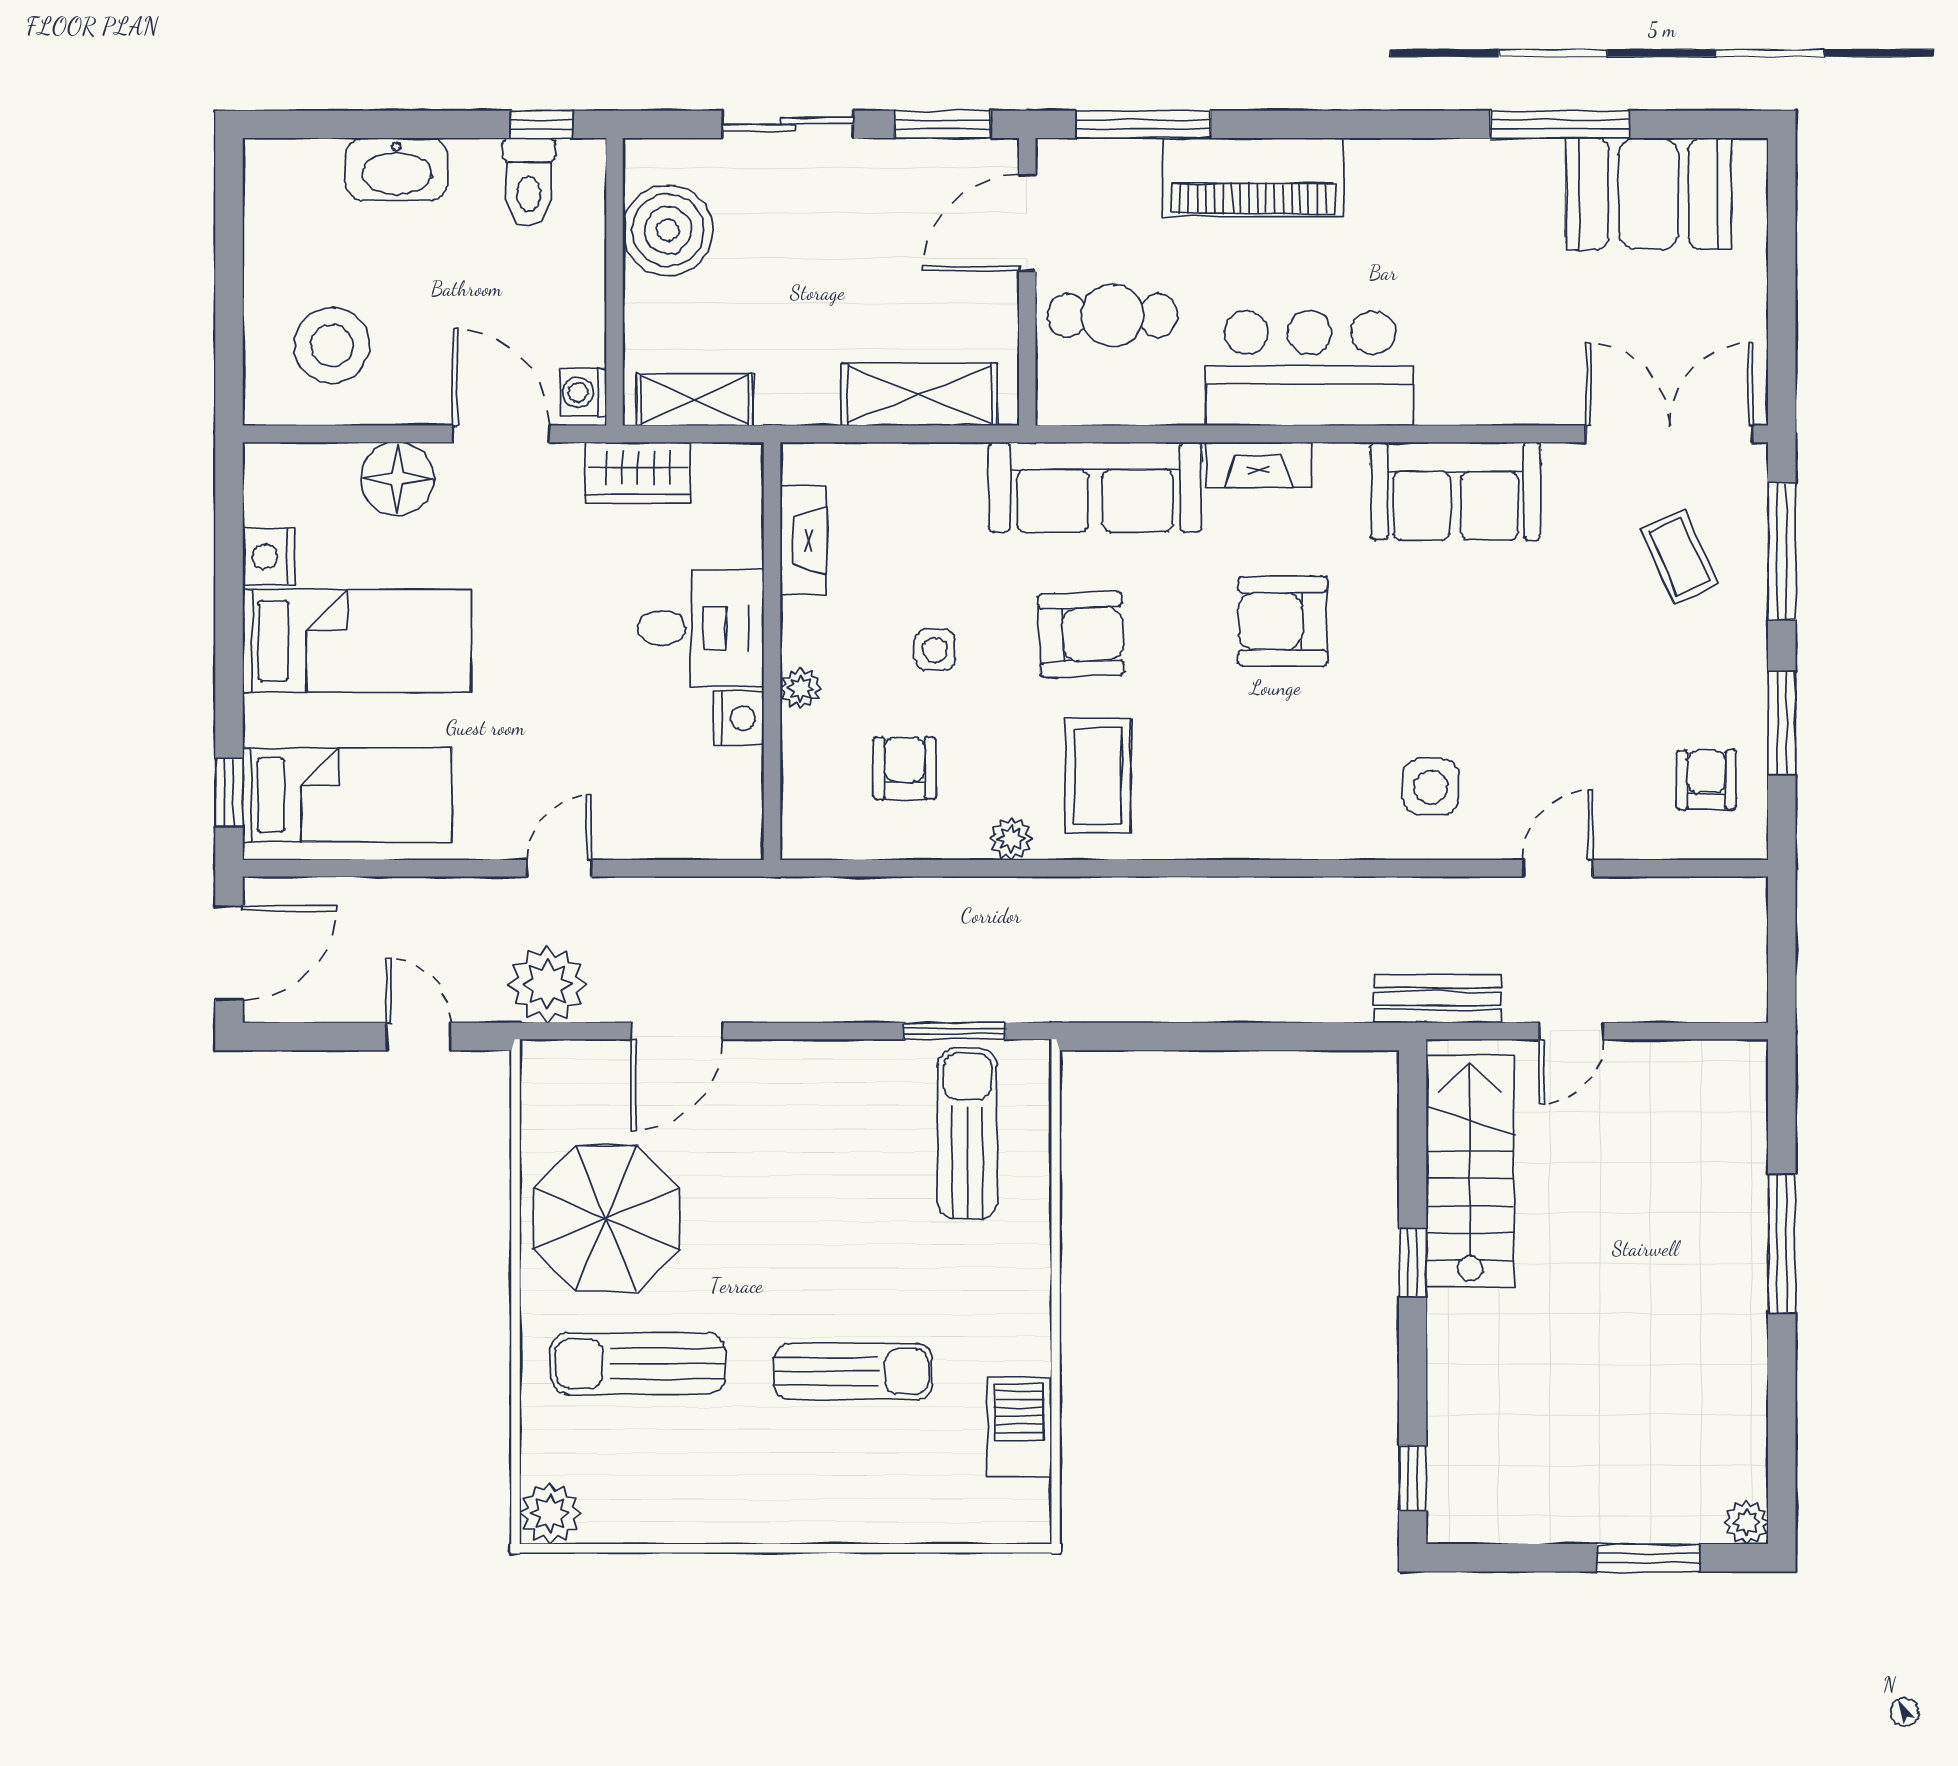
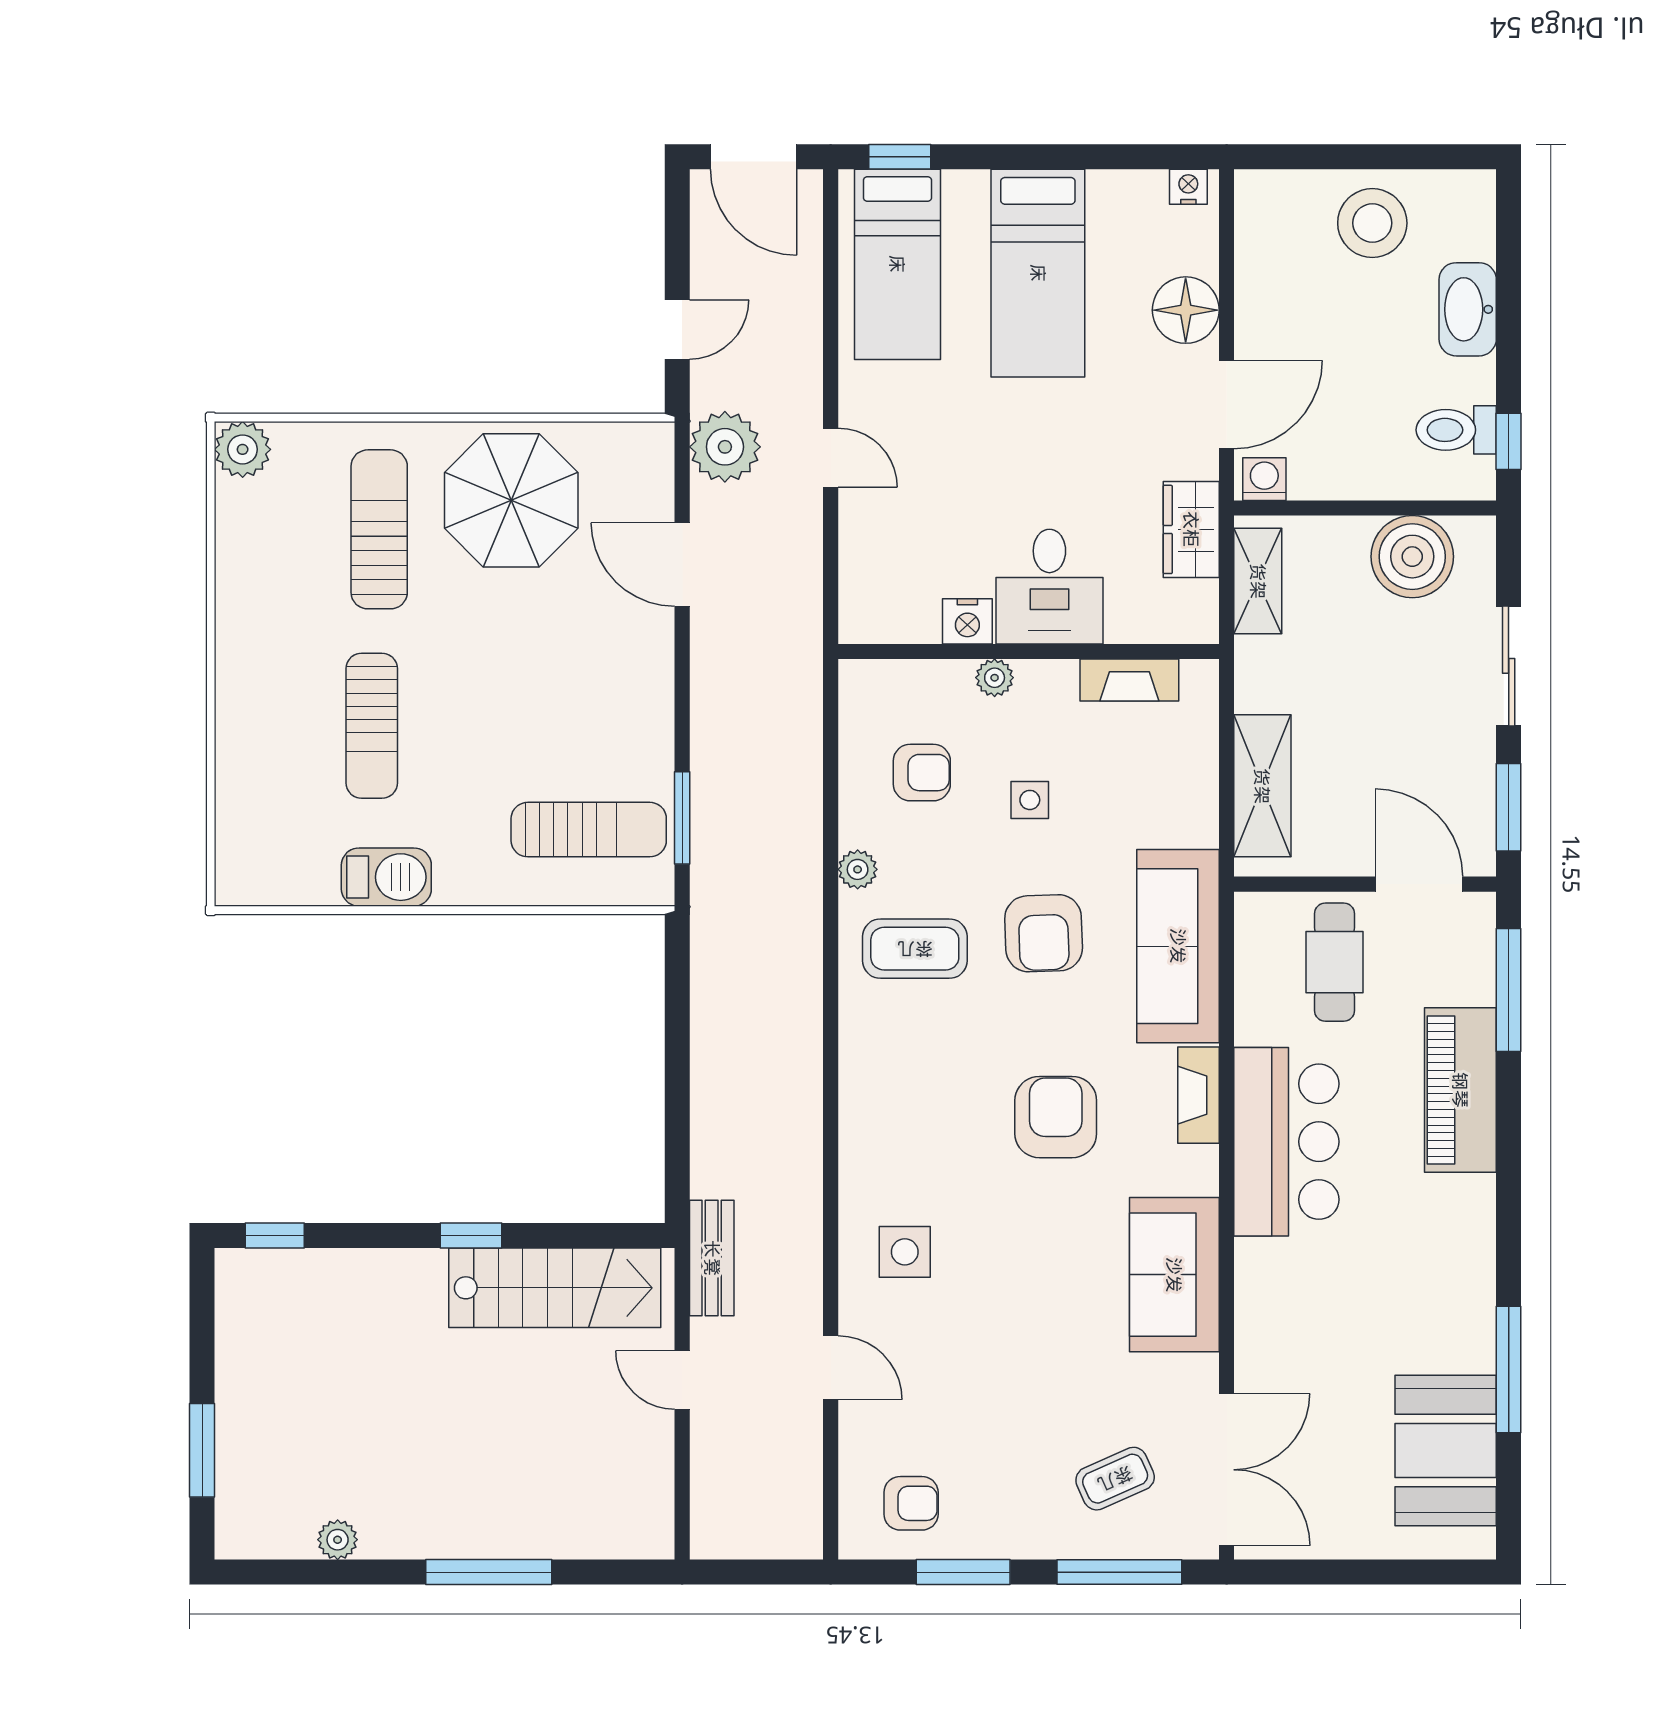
stool: (332, 345) -> (1372, 223), moved
nightstand: (269, 557) -> (1188, 187), moved, width x0.72, depth x0.74
barbecue: (1019, 1427) -> (386, 877), moved
plant: (1746, 1522) -> (338, 1540), moved

